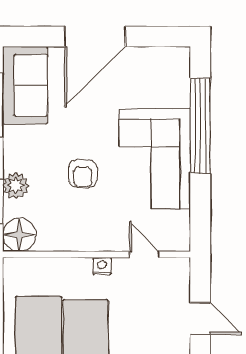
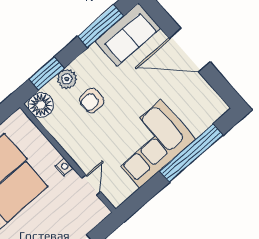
armchair: (83, 174) -> (92, 100), moved

